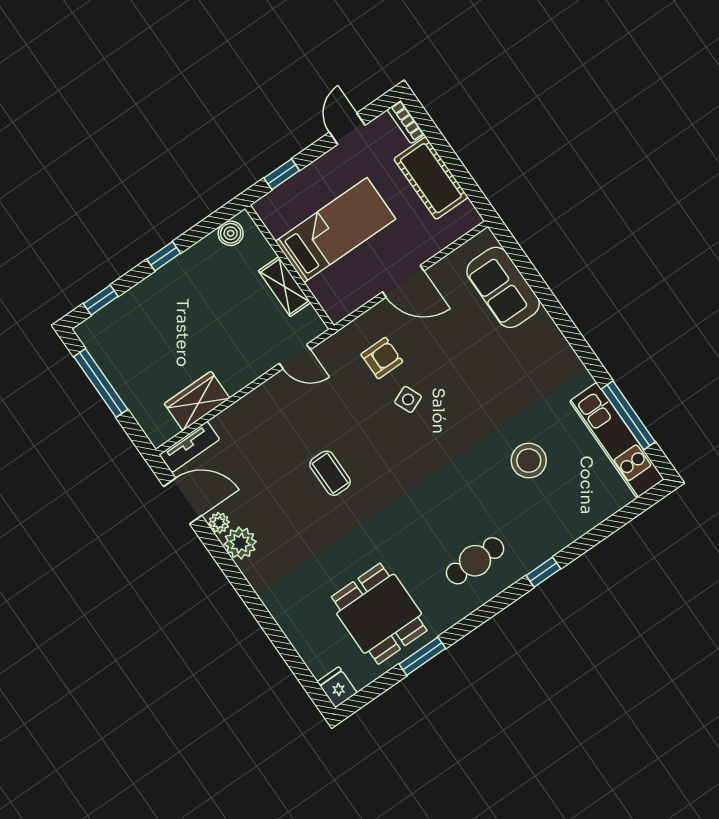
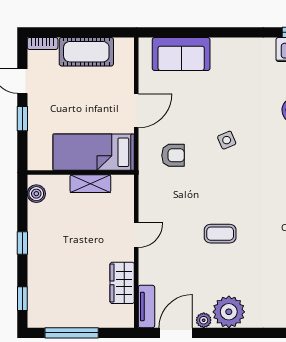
window: (282, 174) -> (22, 119), moved
bed: (335, 230) -> (94, 152), moved, turned -90
door: (295, 357) -> (136, 235), moved
armchair: (382, 358) -> (173, 155), turned 90
side table: (408, 399) -> (227, 140), moved
plant: (240, 543) -> (229, 312), width x1.36, depth x1.36

